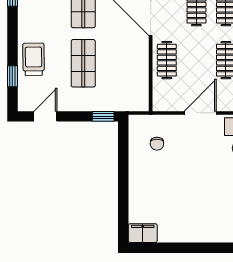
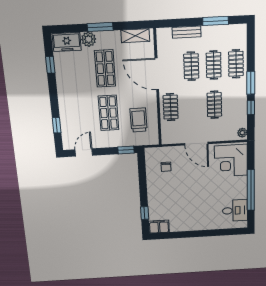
trolley: (34, 59) -> (139, 120), moved
door: (200, 113) -> (196, 144), swing flipped
window: (123, 211) -> (145, 213), added

